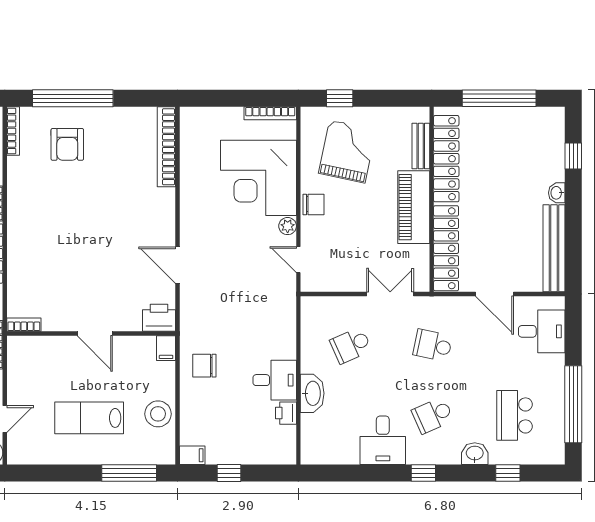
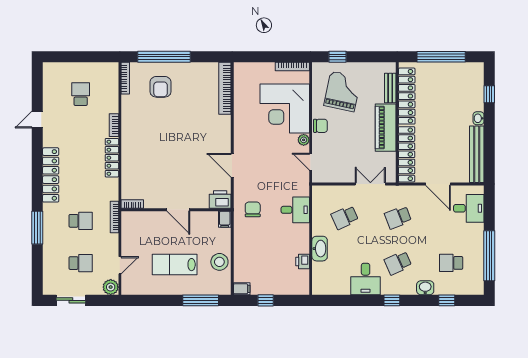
school desk: (433, 345) -> (398, 217), turned -33
chair: (204, 366) -> (253, 209), moved, turned 90
desk: (275, 380) -> (295, 210), moved
school desk: (515, 415) -> (451, 263), width x0.54

